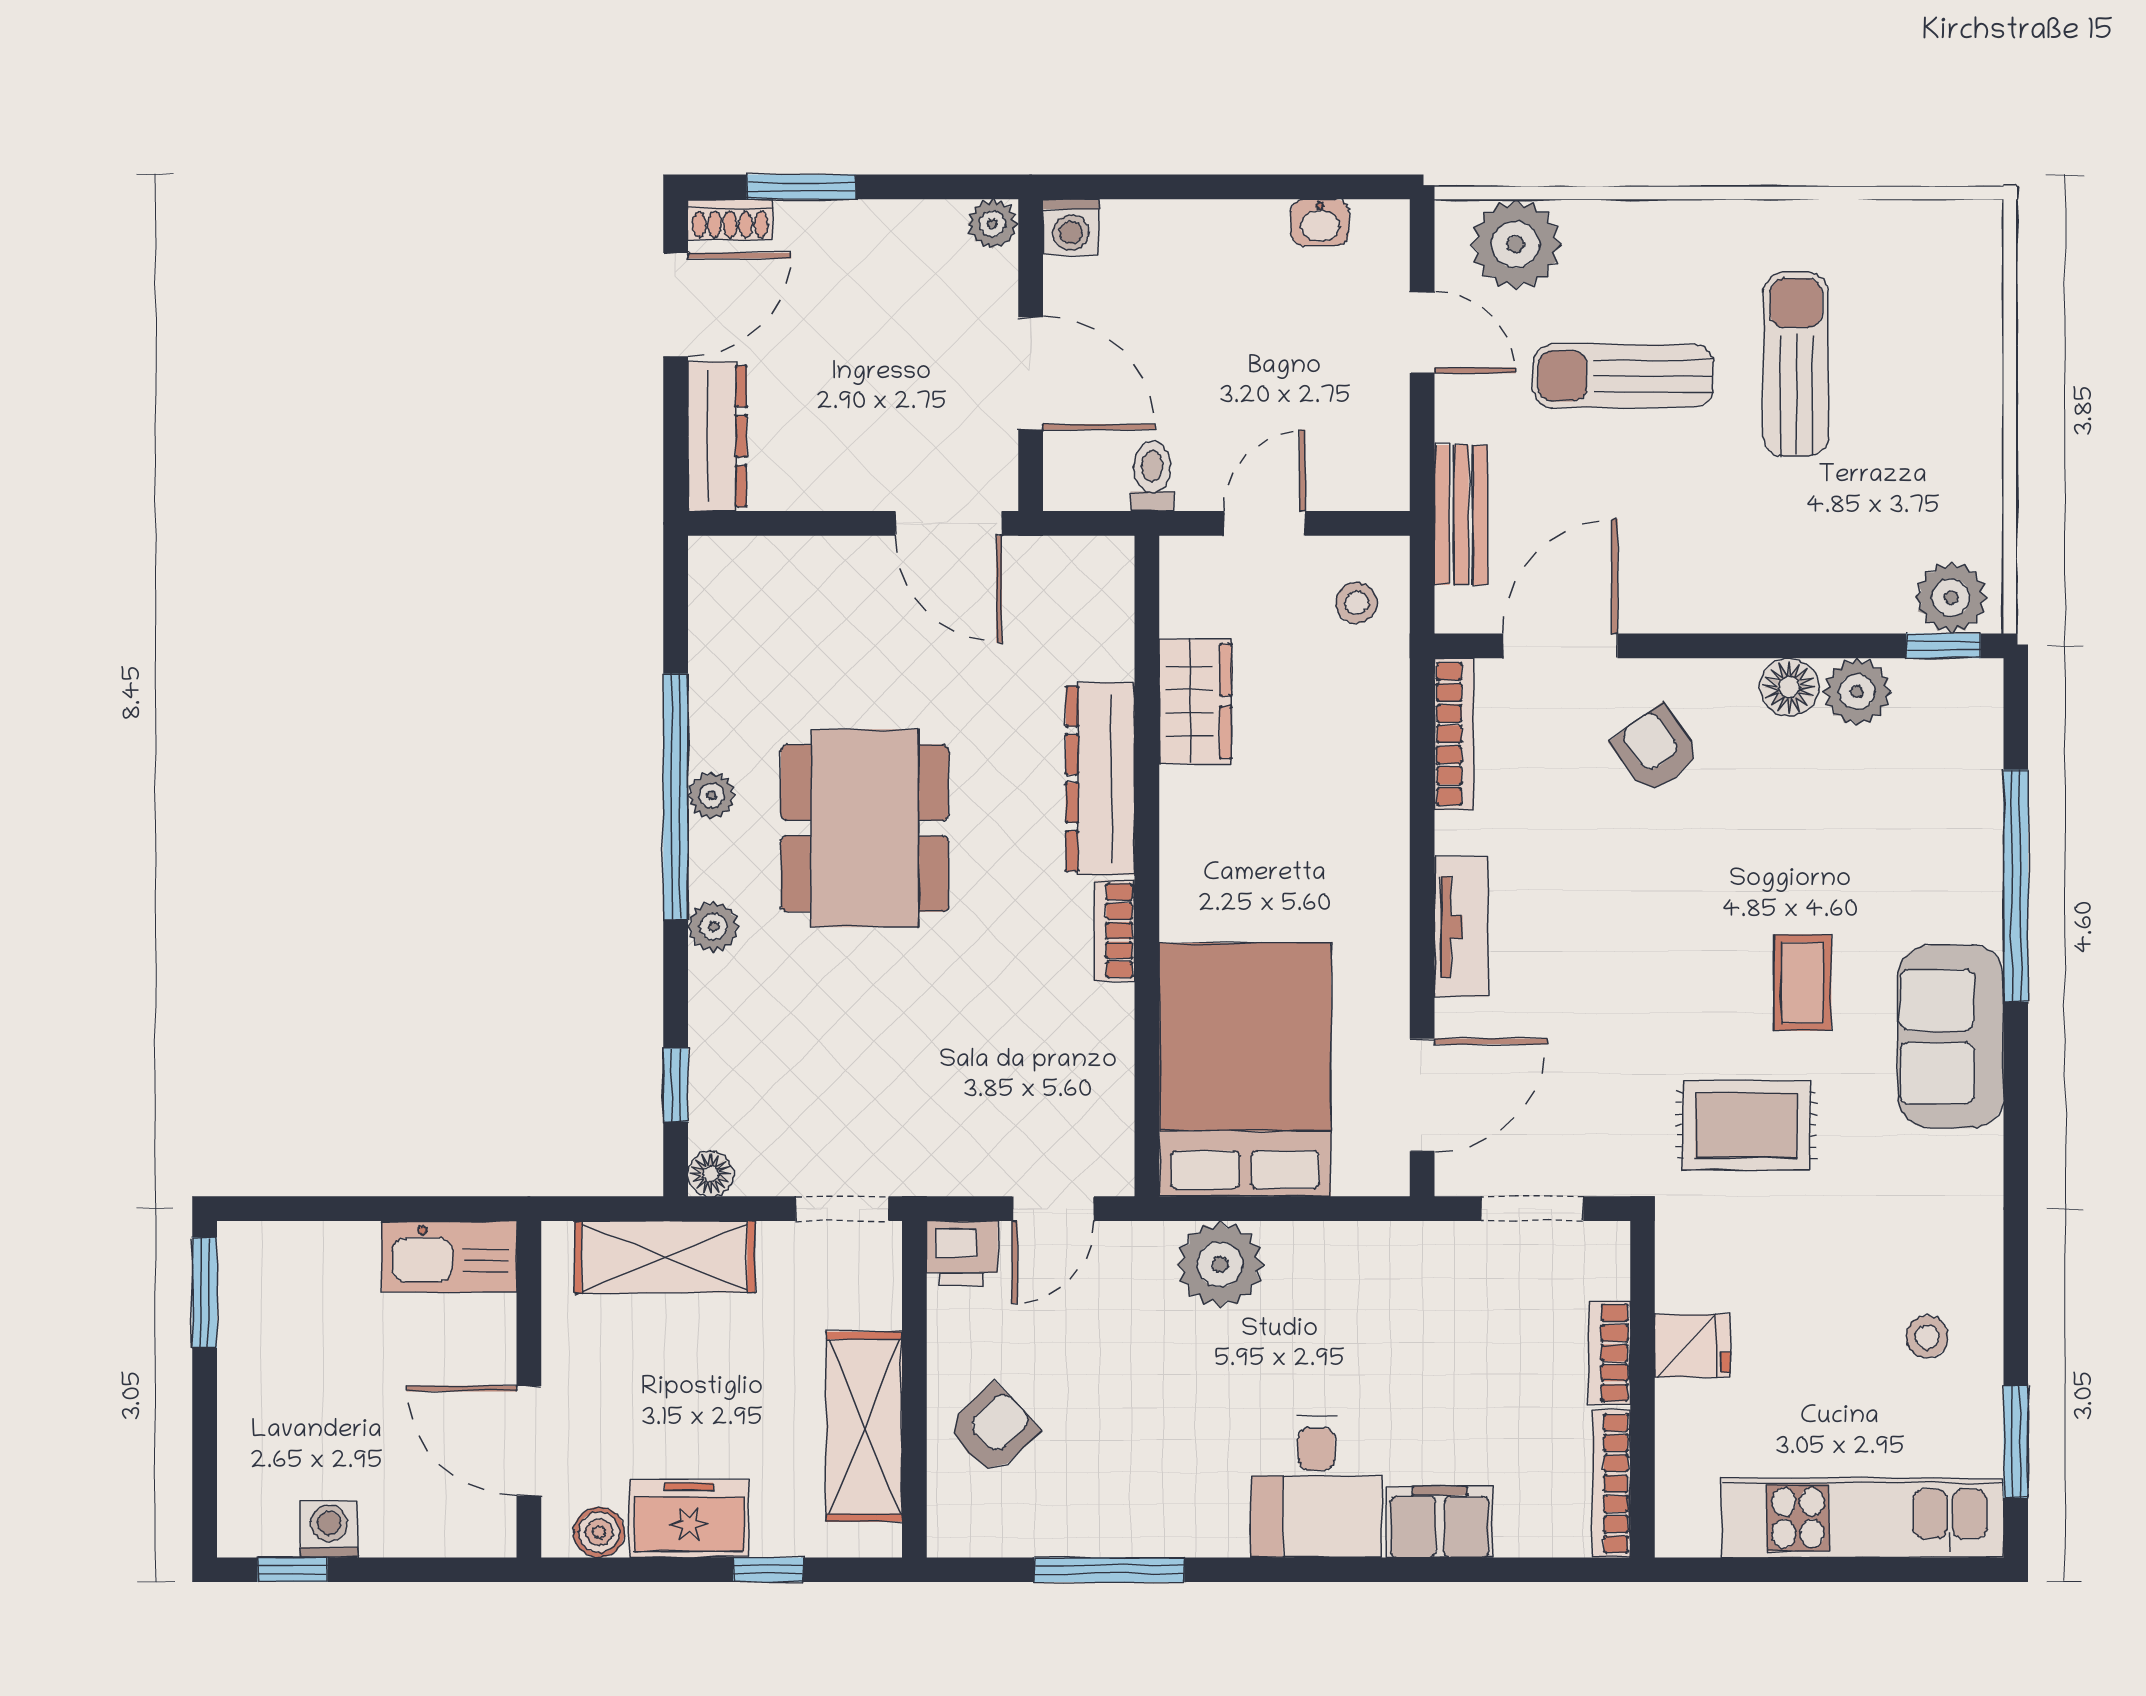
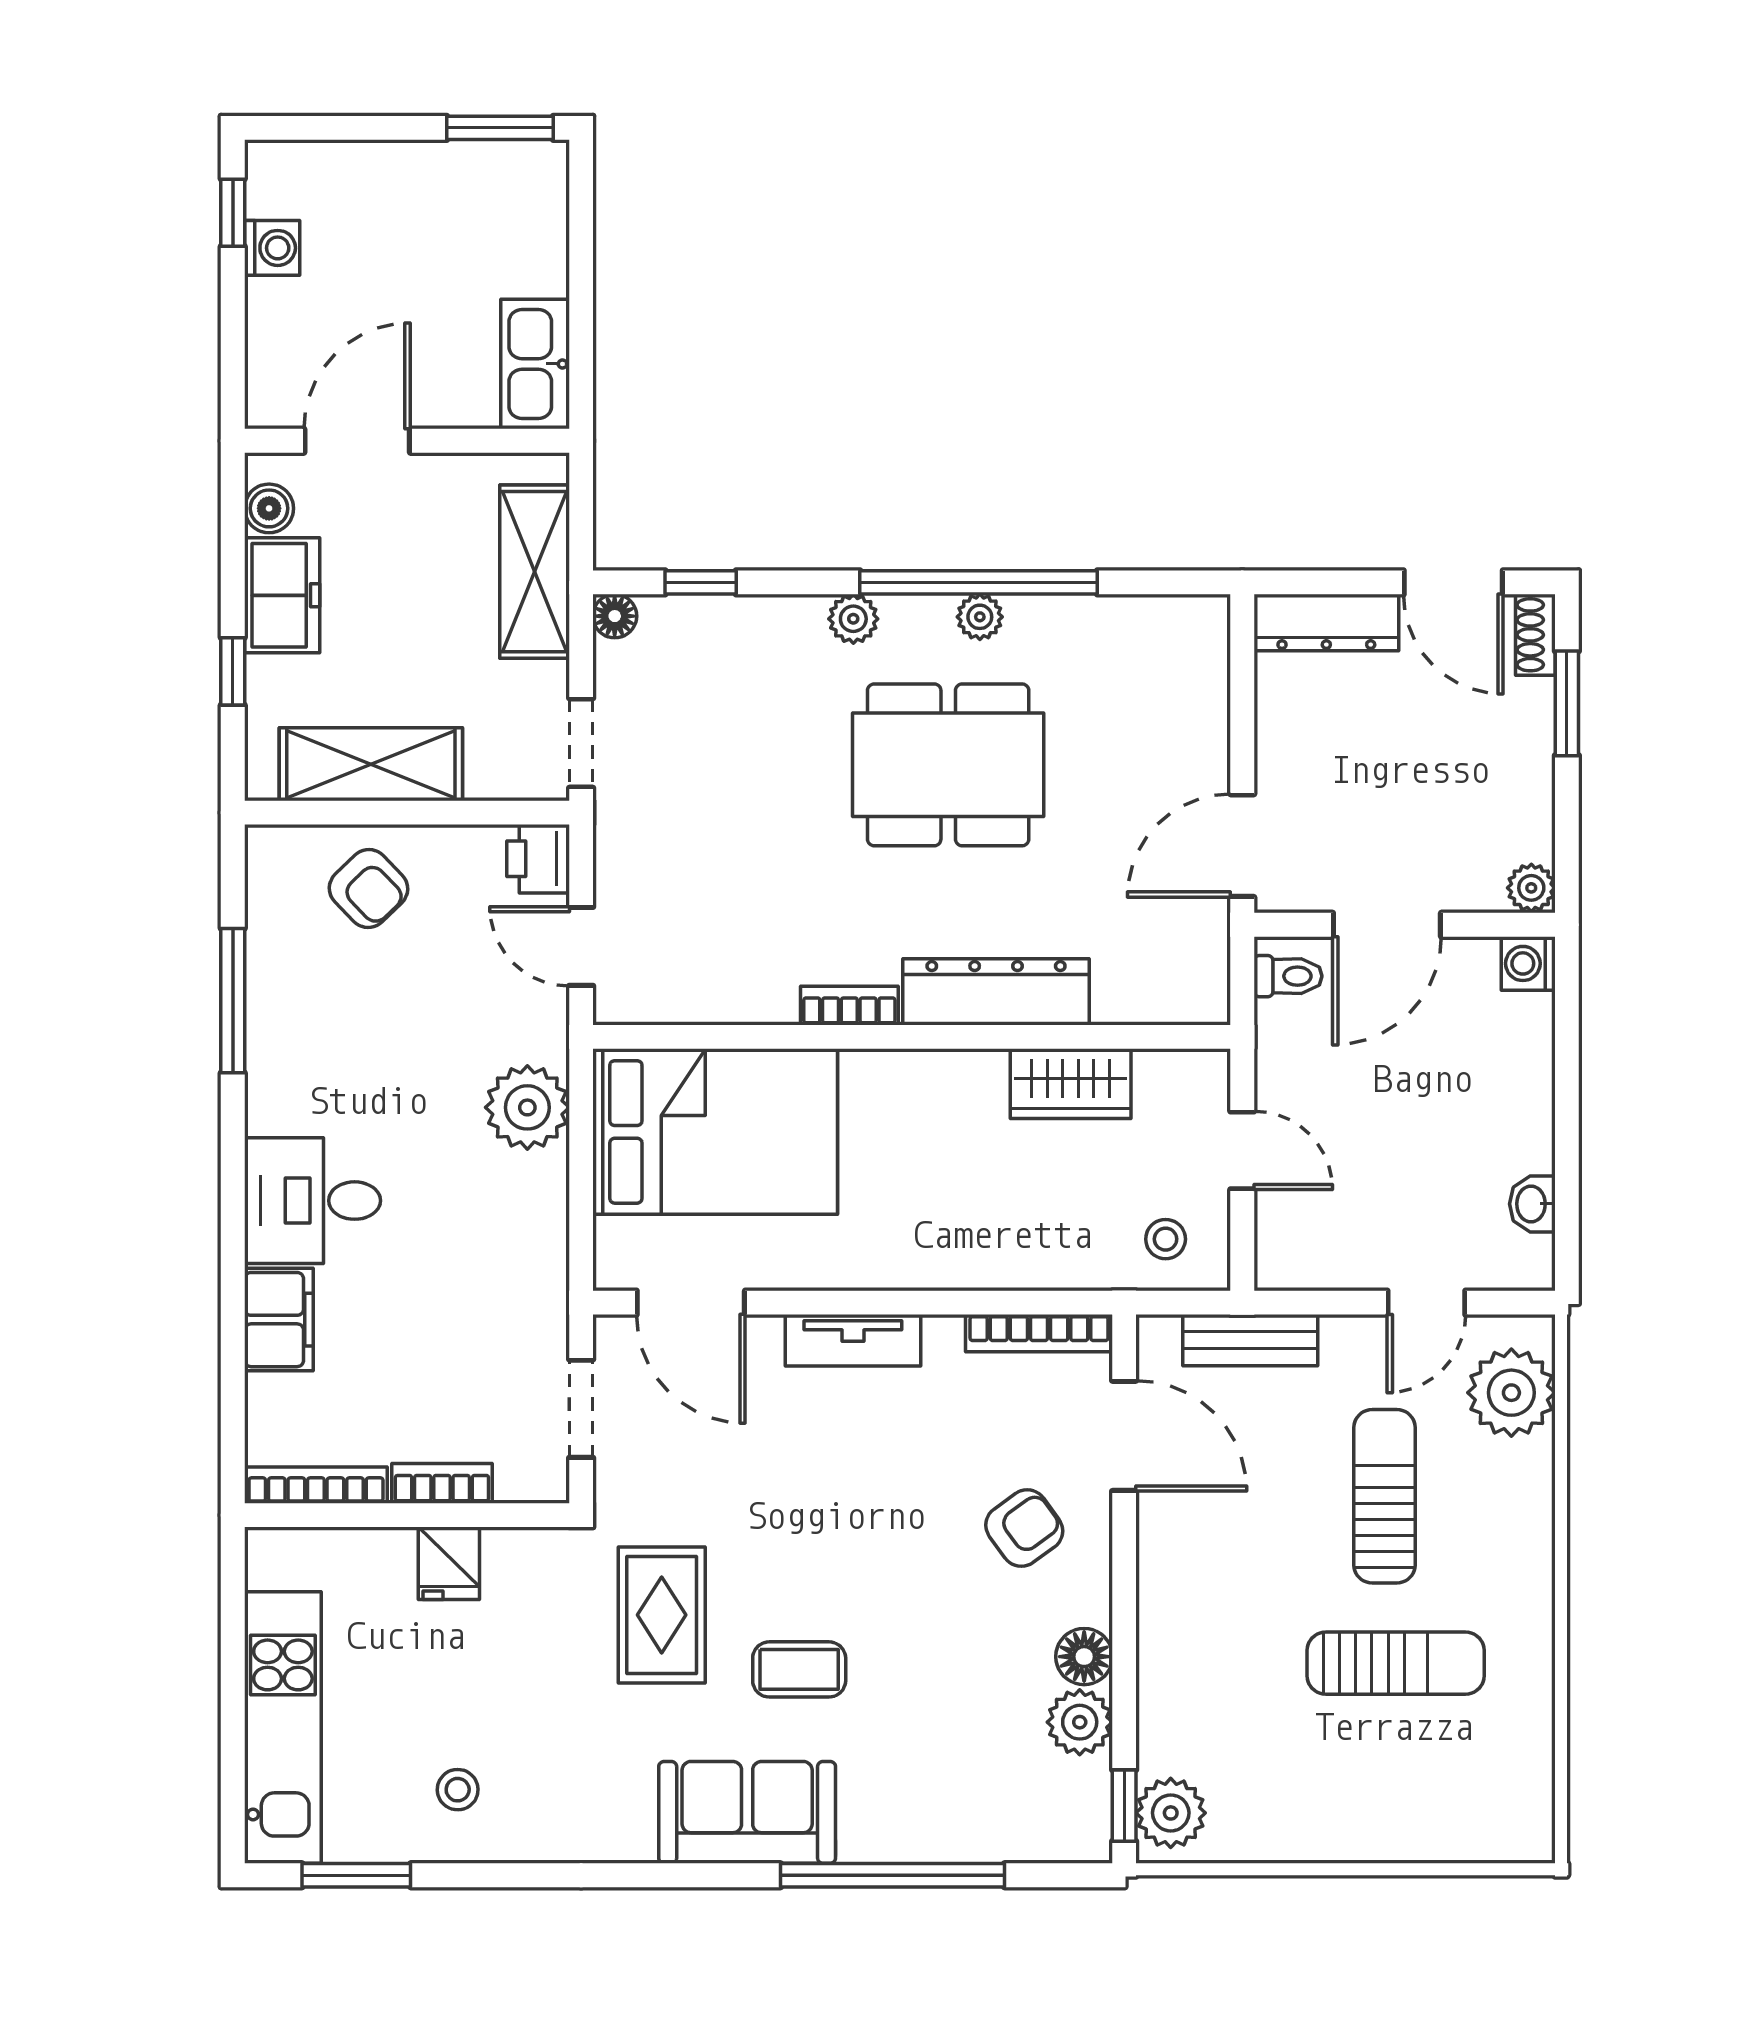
toilet: (1152, 476) -> (1288, 976), moved

